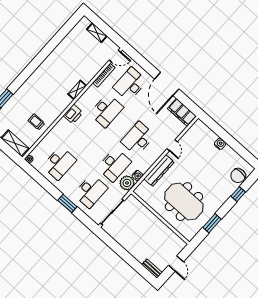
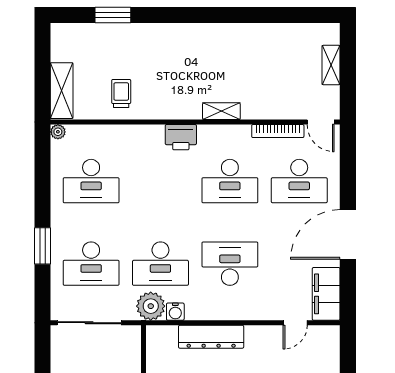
desk: (130, 84) -> (299, 181), turned 180
door: (172, 145) -> (295, 323), moved

